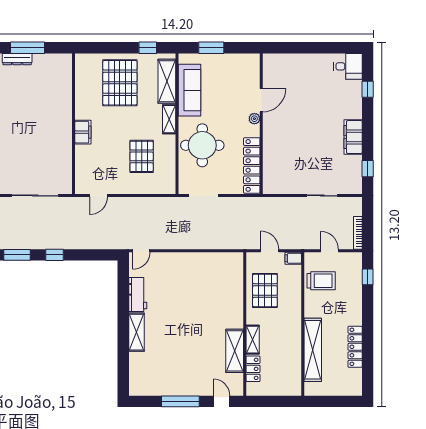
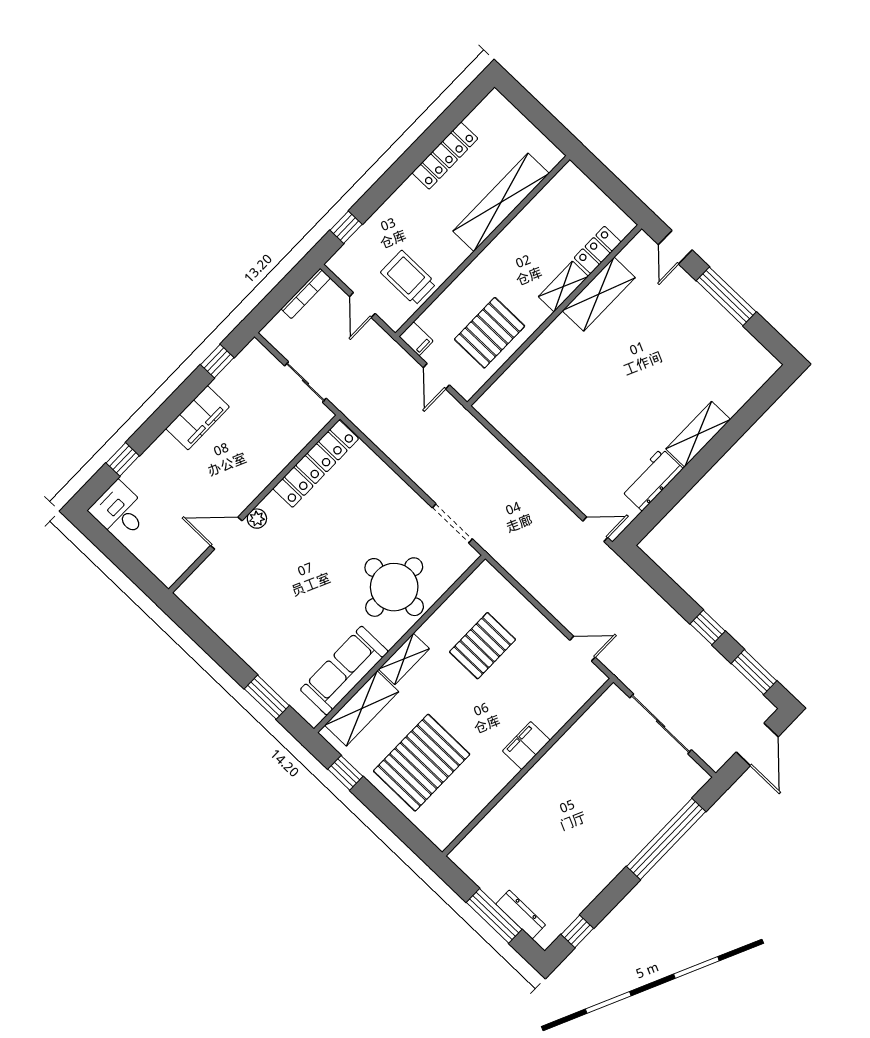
door: (261, 100) -> (226, 533), moved
plant: (254, 119) -> (257, 519), moved
wall: (261, 124) -> (254, 504), moved
locker: (252, 165) -> (316, 464), moved

